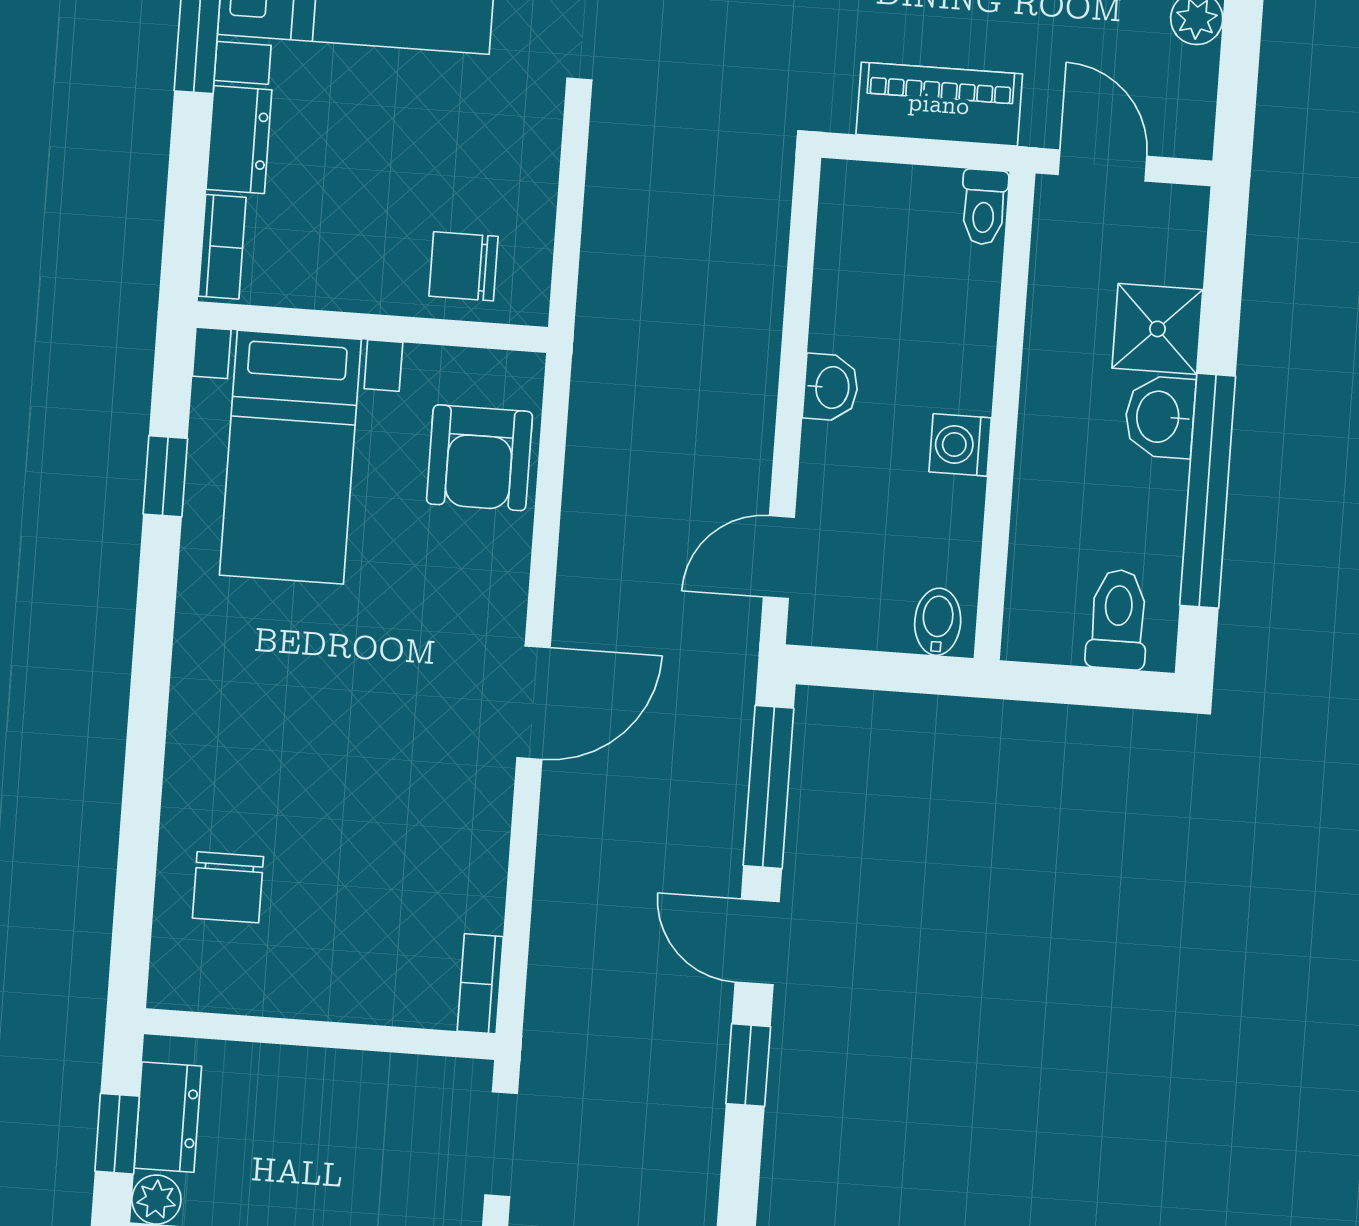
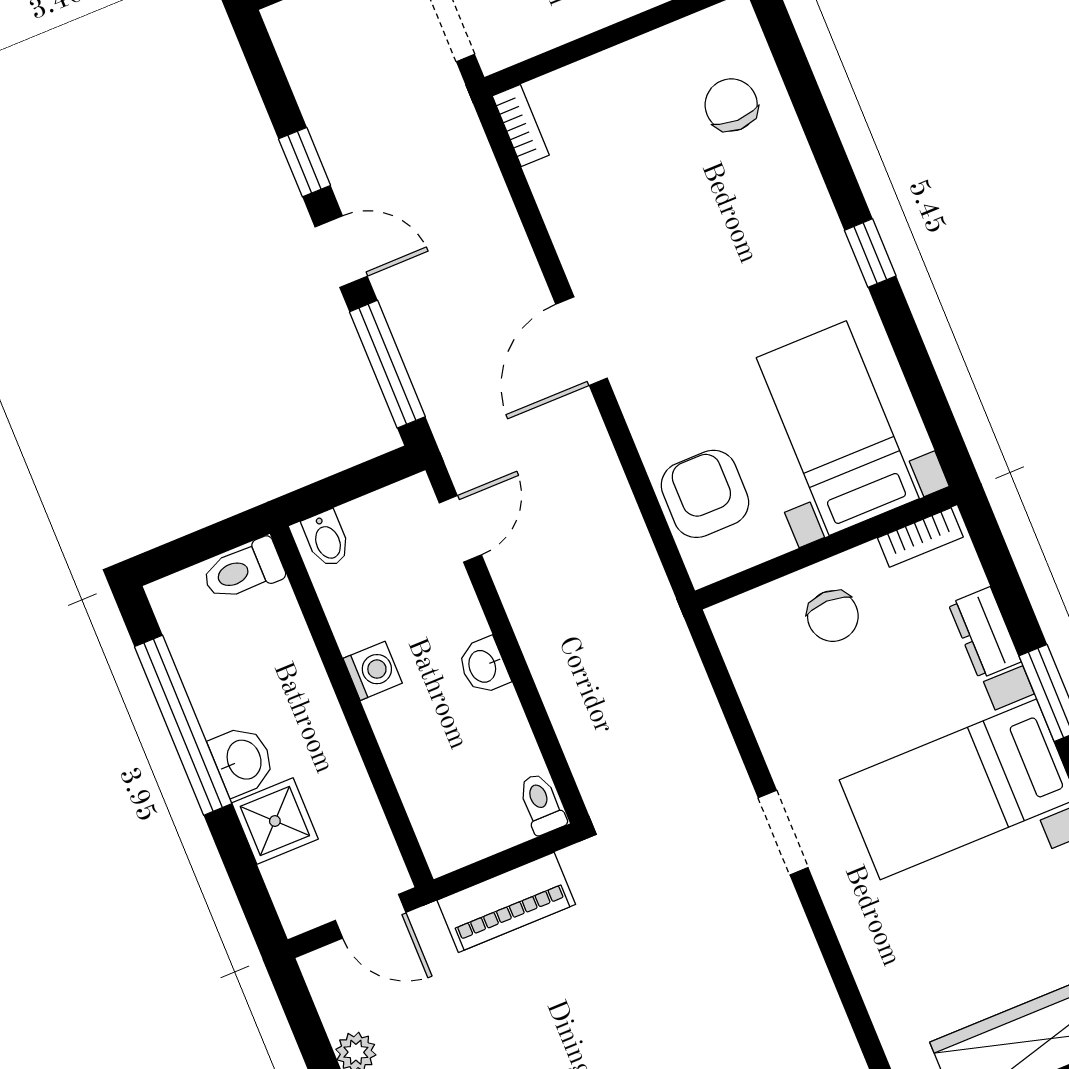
toilet: (984, 207) -> (541, 804), moved
bookcase: (222, 247) -> (920, 537), moved, turned -90
chair: (464, 266) -> (833, 616), moved, turned 90
window: (165, 476) -> (870, 253), moved
toilet: (1118, 619) -> (243, 570), moved, turned 90

